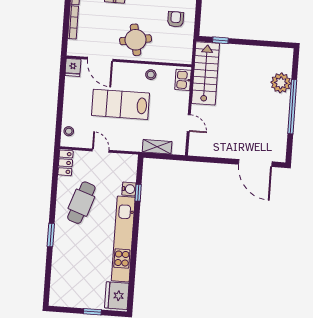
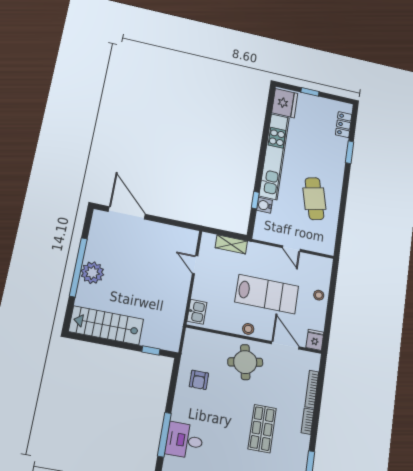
stairs: (205, 73) -> (106, 325), moved, turned 90
stool: (151, 75) -> (248, 329), moved
plant: (281, 83) -> (92, 273), moved
stool: (69, 131) -> (319, 295), moved
locker: (65, 163) -> (344, 125), moved
cafe table: (81, 203) -> (314, 199), turned -33
window: (51, 235) -> (350, 152), moved

